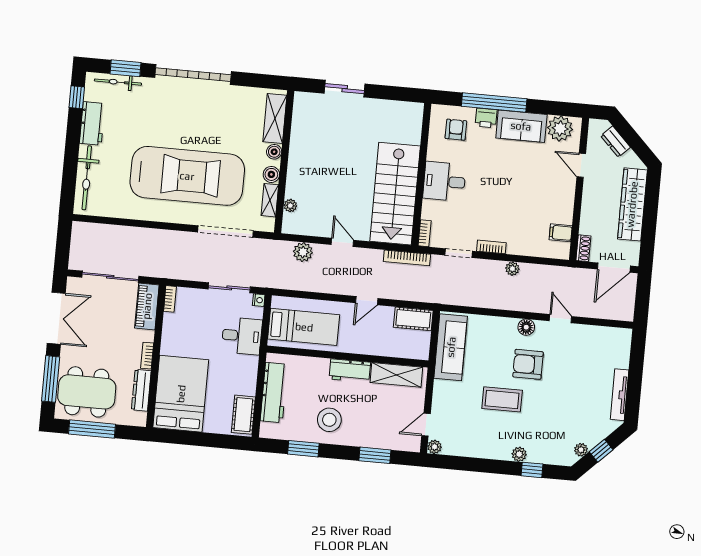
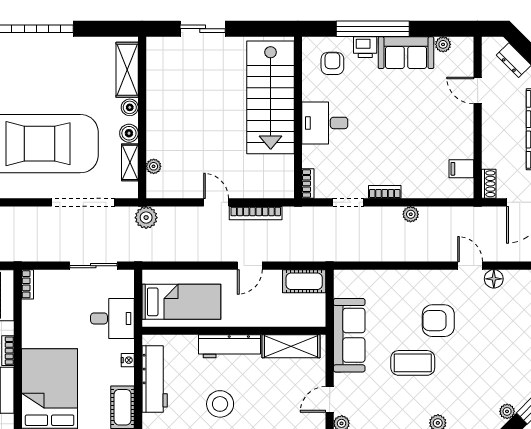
plant: (560, 128) -> (443, 44), width x0.53, depth x0.53
stairs: (395, 194) -> (271, 97), moved
plant: (303, 252) -> (146, 218), moved
bookcase: (407, 258) -> (256, 213), moved
nightstand: (259, 300) -> (128, 360), moved
floor lamp: (526, 327) -> (494, 279), moved
sofa: (451, 347) -> (349, 335), moved
workbench: (350, 371) -> (230, 346), width x1.37

